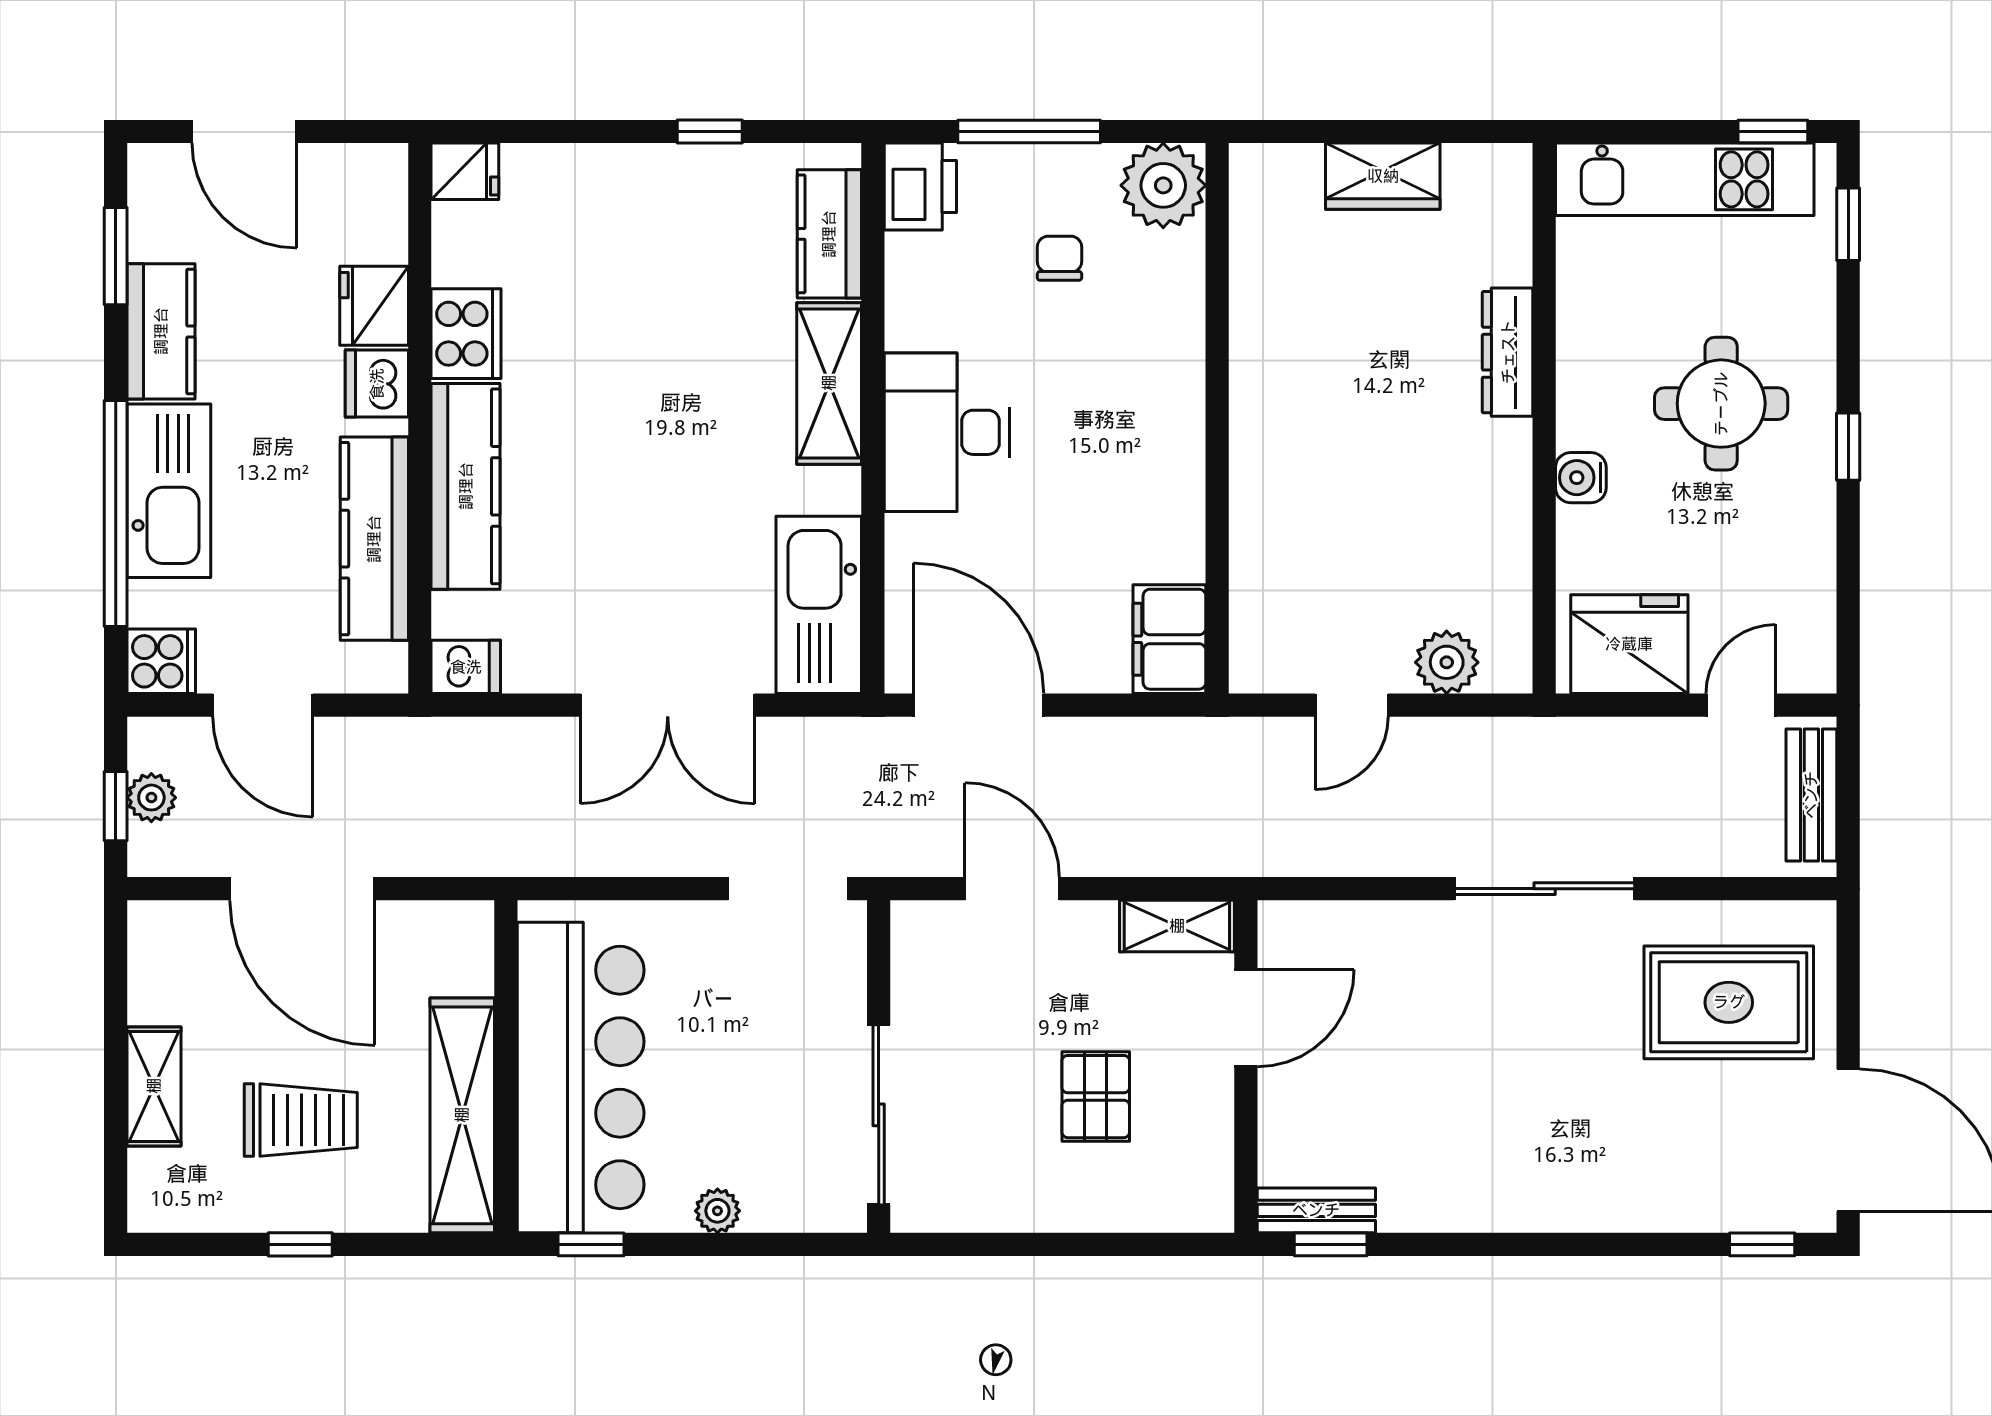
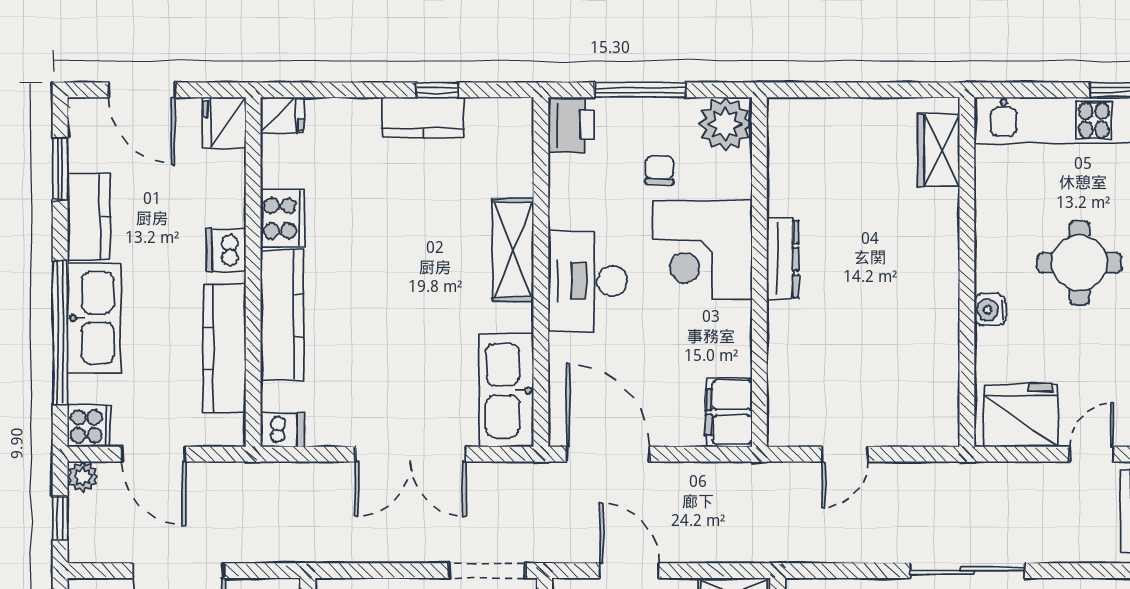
wardrobe: (1383, 176) -> (939, 150), moved, turned 90
kitchen counter: (829, 234) -> (423, 118), moved, turned -90
fridge: (374, 306) -> (224, 122), moved
dresser: (1508, 352) -> (783, 259), moved, turned 180
corner desk: (1128, 384) -> (703, 250), added
plant: (1447, 662) -> (905, 427), removed
plant: (151, 798) -> (83, 477), moved

